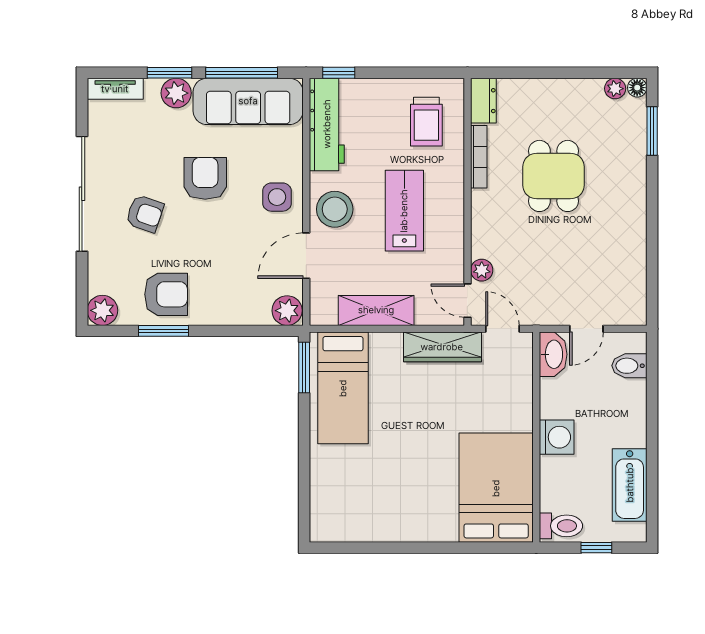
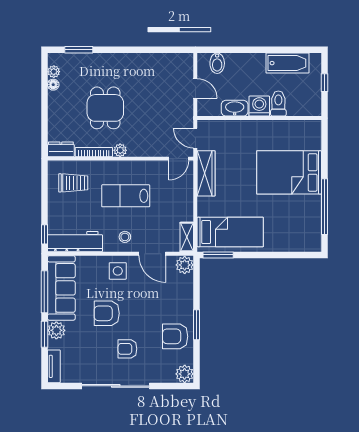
floor lamp: (637, 88) -> (53, 85), moved
dining table: (554, 176) -> (105, 108), turned 90
stool: (335, 209) -> (125, 237), width x0.53, depth x0.53
armchair: (145, 214) -> (127, 349), turned -109
plant: (482, 270) -> (120, 150), moved
armchair: (166, 294) -> (175, 336), turned -90
shelving: (376, 310) -> (187, 237), moved, width x0.67, depth x0.75
door: (502, 329) -> (195, 138), hinge flipped
window: (163, 331) -> (197, 325), moved
washbasin: (553, 354) -> (235, 108), moved
bed: (496, 488) -> (289, 172), moved
toilet: (561, 526) -> (278, 104), moved
window: (386, 548) -> (324, 207), added

